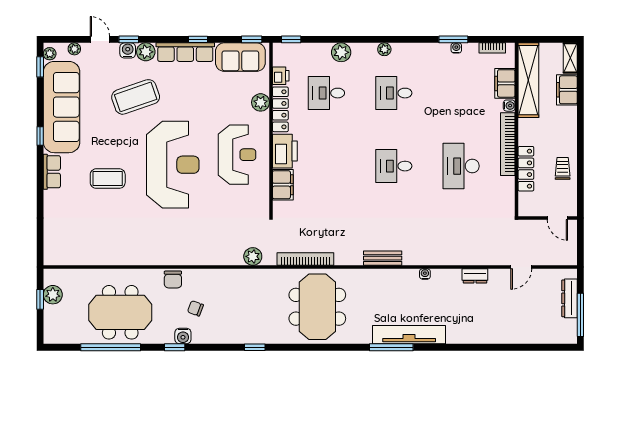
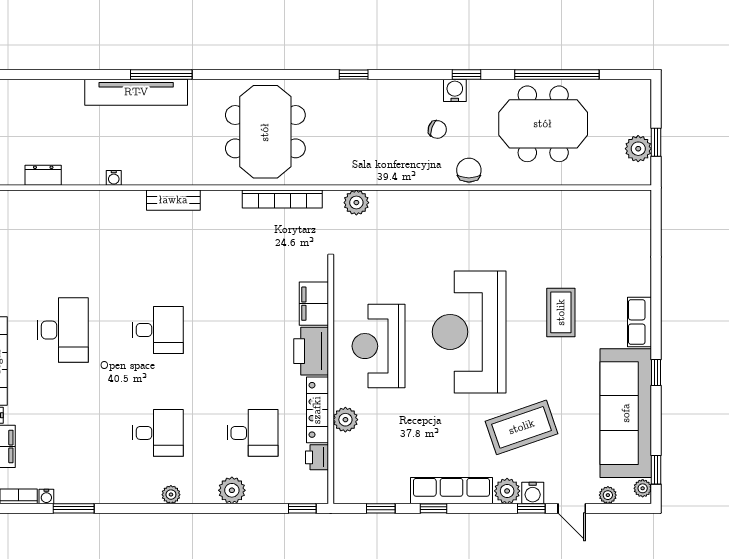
window: (252, 39) -> (381, 508), moved
water cooler: (456, 48) -> (46, 496), moved
sofa: (240, 57) -> (374, 484), removed
coffee table: (108, 179) -> (561, 312), turned 90

